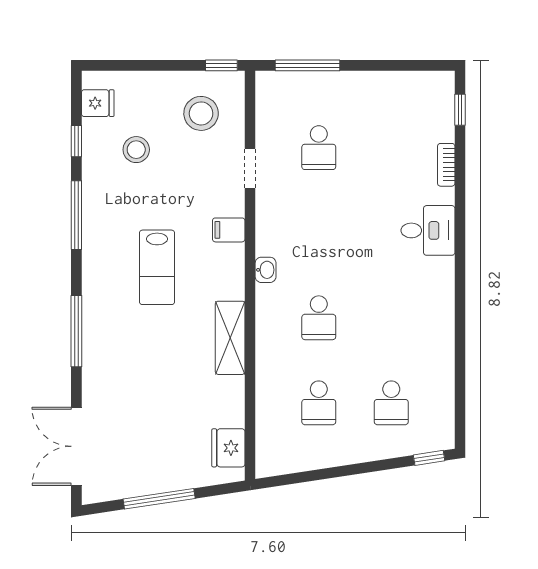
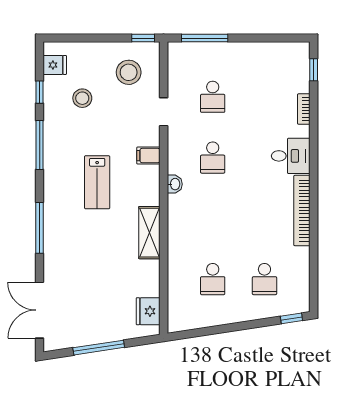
bookcase: (444, 307) -> (302, 211), added
school desk: (319, 318) -> (213, 158), moved

